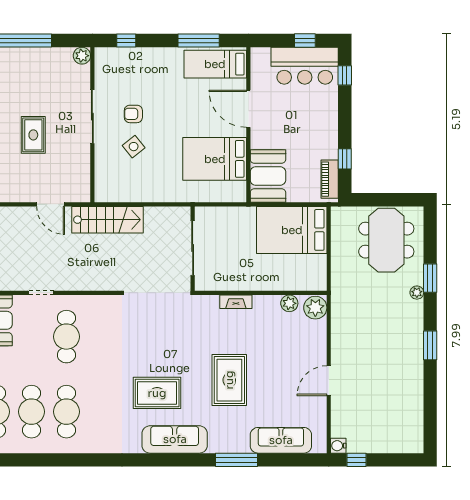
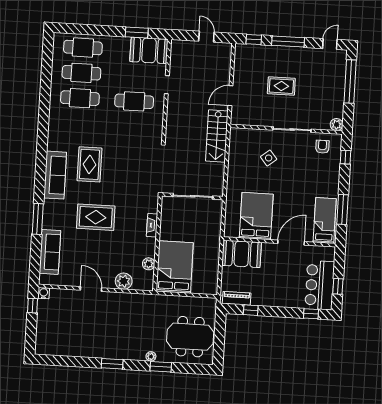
armchair: (133, 114) -> (322, 147), moved
bed: (292, 230) -> (175, 267), moved
plant: (315, 308) -> (124, 281), moved

